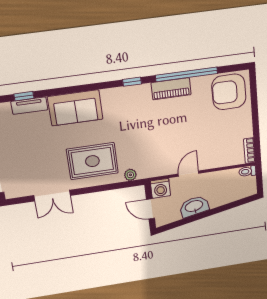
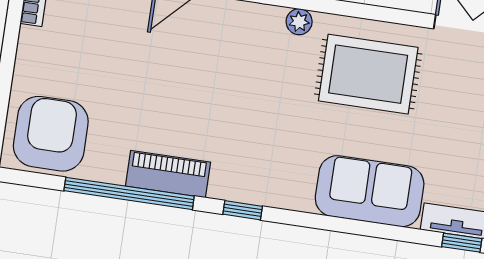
armchair: (229, 92) -> (51, 134), turned -90

